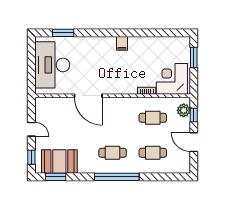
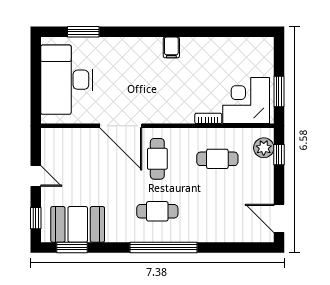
window: (194, 57) -> (279, 91), moved
door: (194, 142) -> (279, 218), moved
cafe table: (153, 153) -> (157, 159), moved, turned 90

